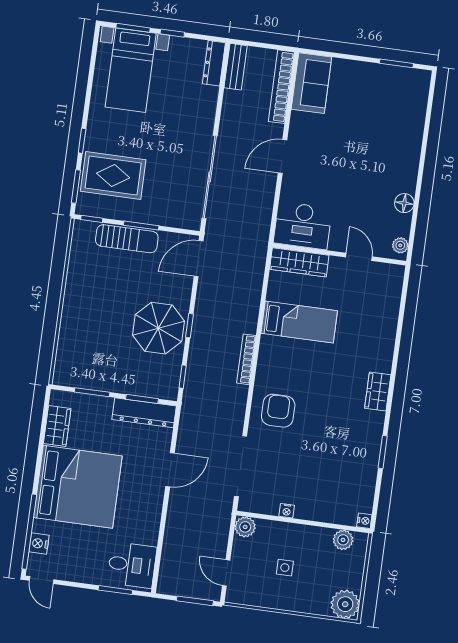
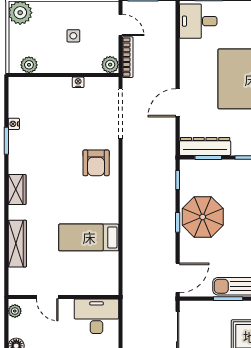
wardrobe: (299, 262) -> (17, 244), moved, turned 90
bookcase: (246, 359) -> (128, 57), moved
nightstand: (364, 521) -> (14, 124), moved

